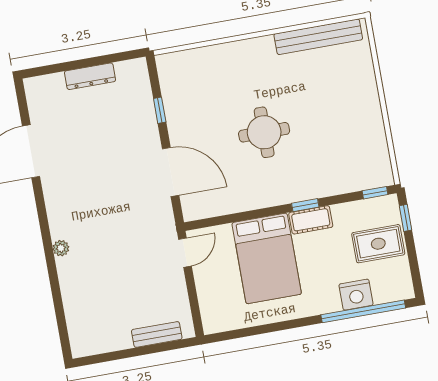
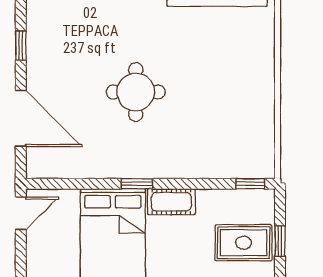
window: (305, 205) -> (137, 184), moved
window: (406, 218) -> (280, 241), moved

